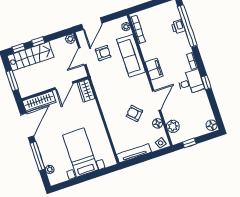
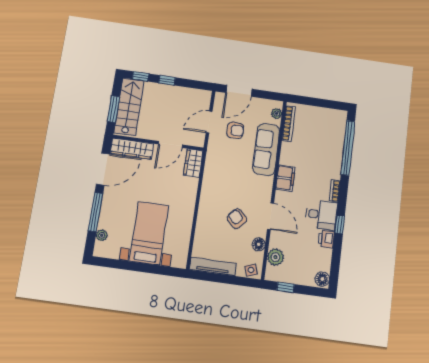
printer: (178, 27) -> (326, 239), moved
plant: (70, 39) -> (205, 96), removed
stairs: (31, 56) -> (129, 107), moved, turned -90
door: (156, 100) -> (271, 216), hinge flipped

